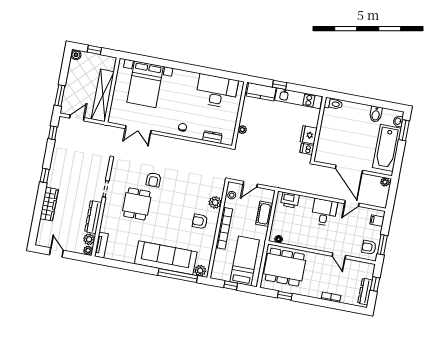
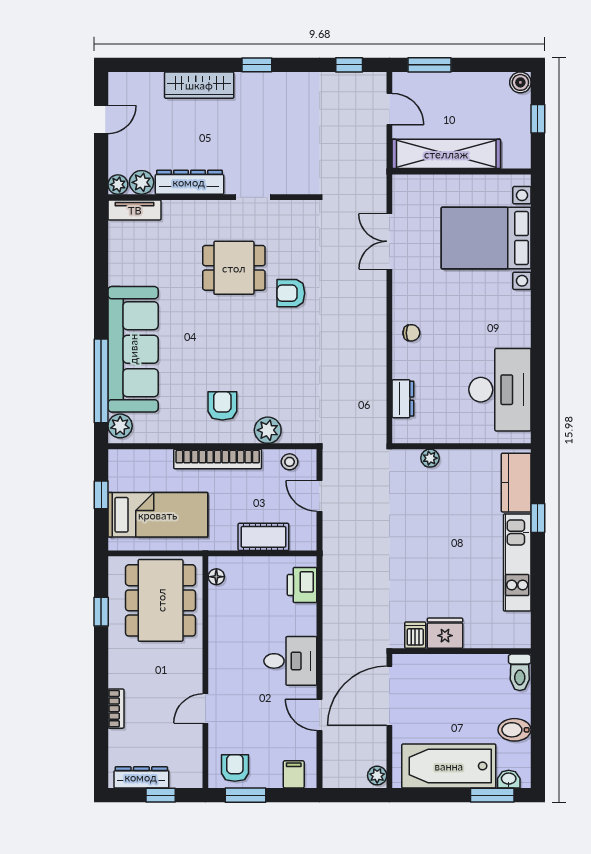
toilet: (333, 104) -> (520, 672), moved
wall: (318, 129) -> (462, 651), moved
fridge: (309, 135) -> (445, 633), moved
dishwasher: (307, 149) -> (415, 635), moved

